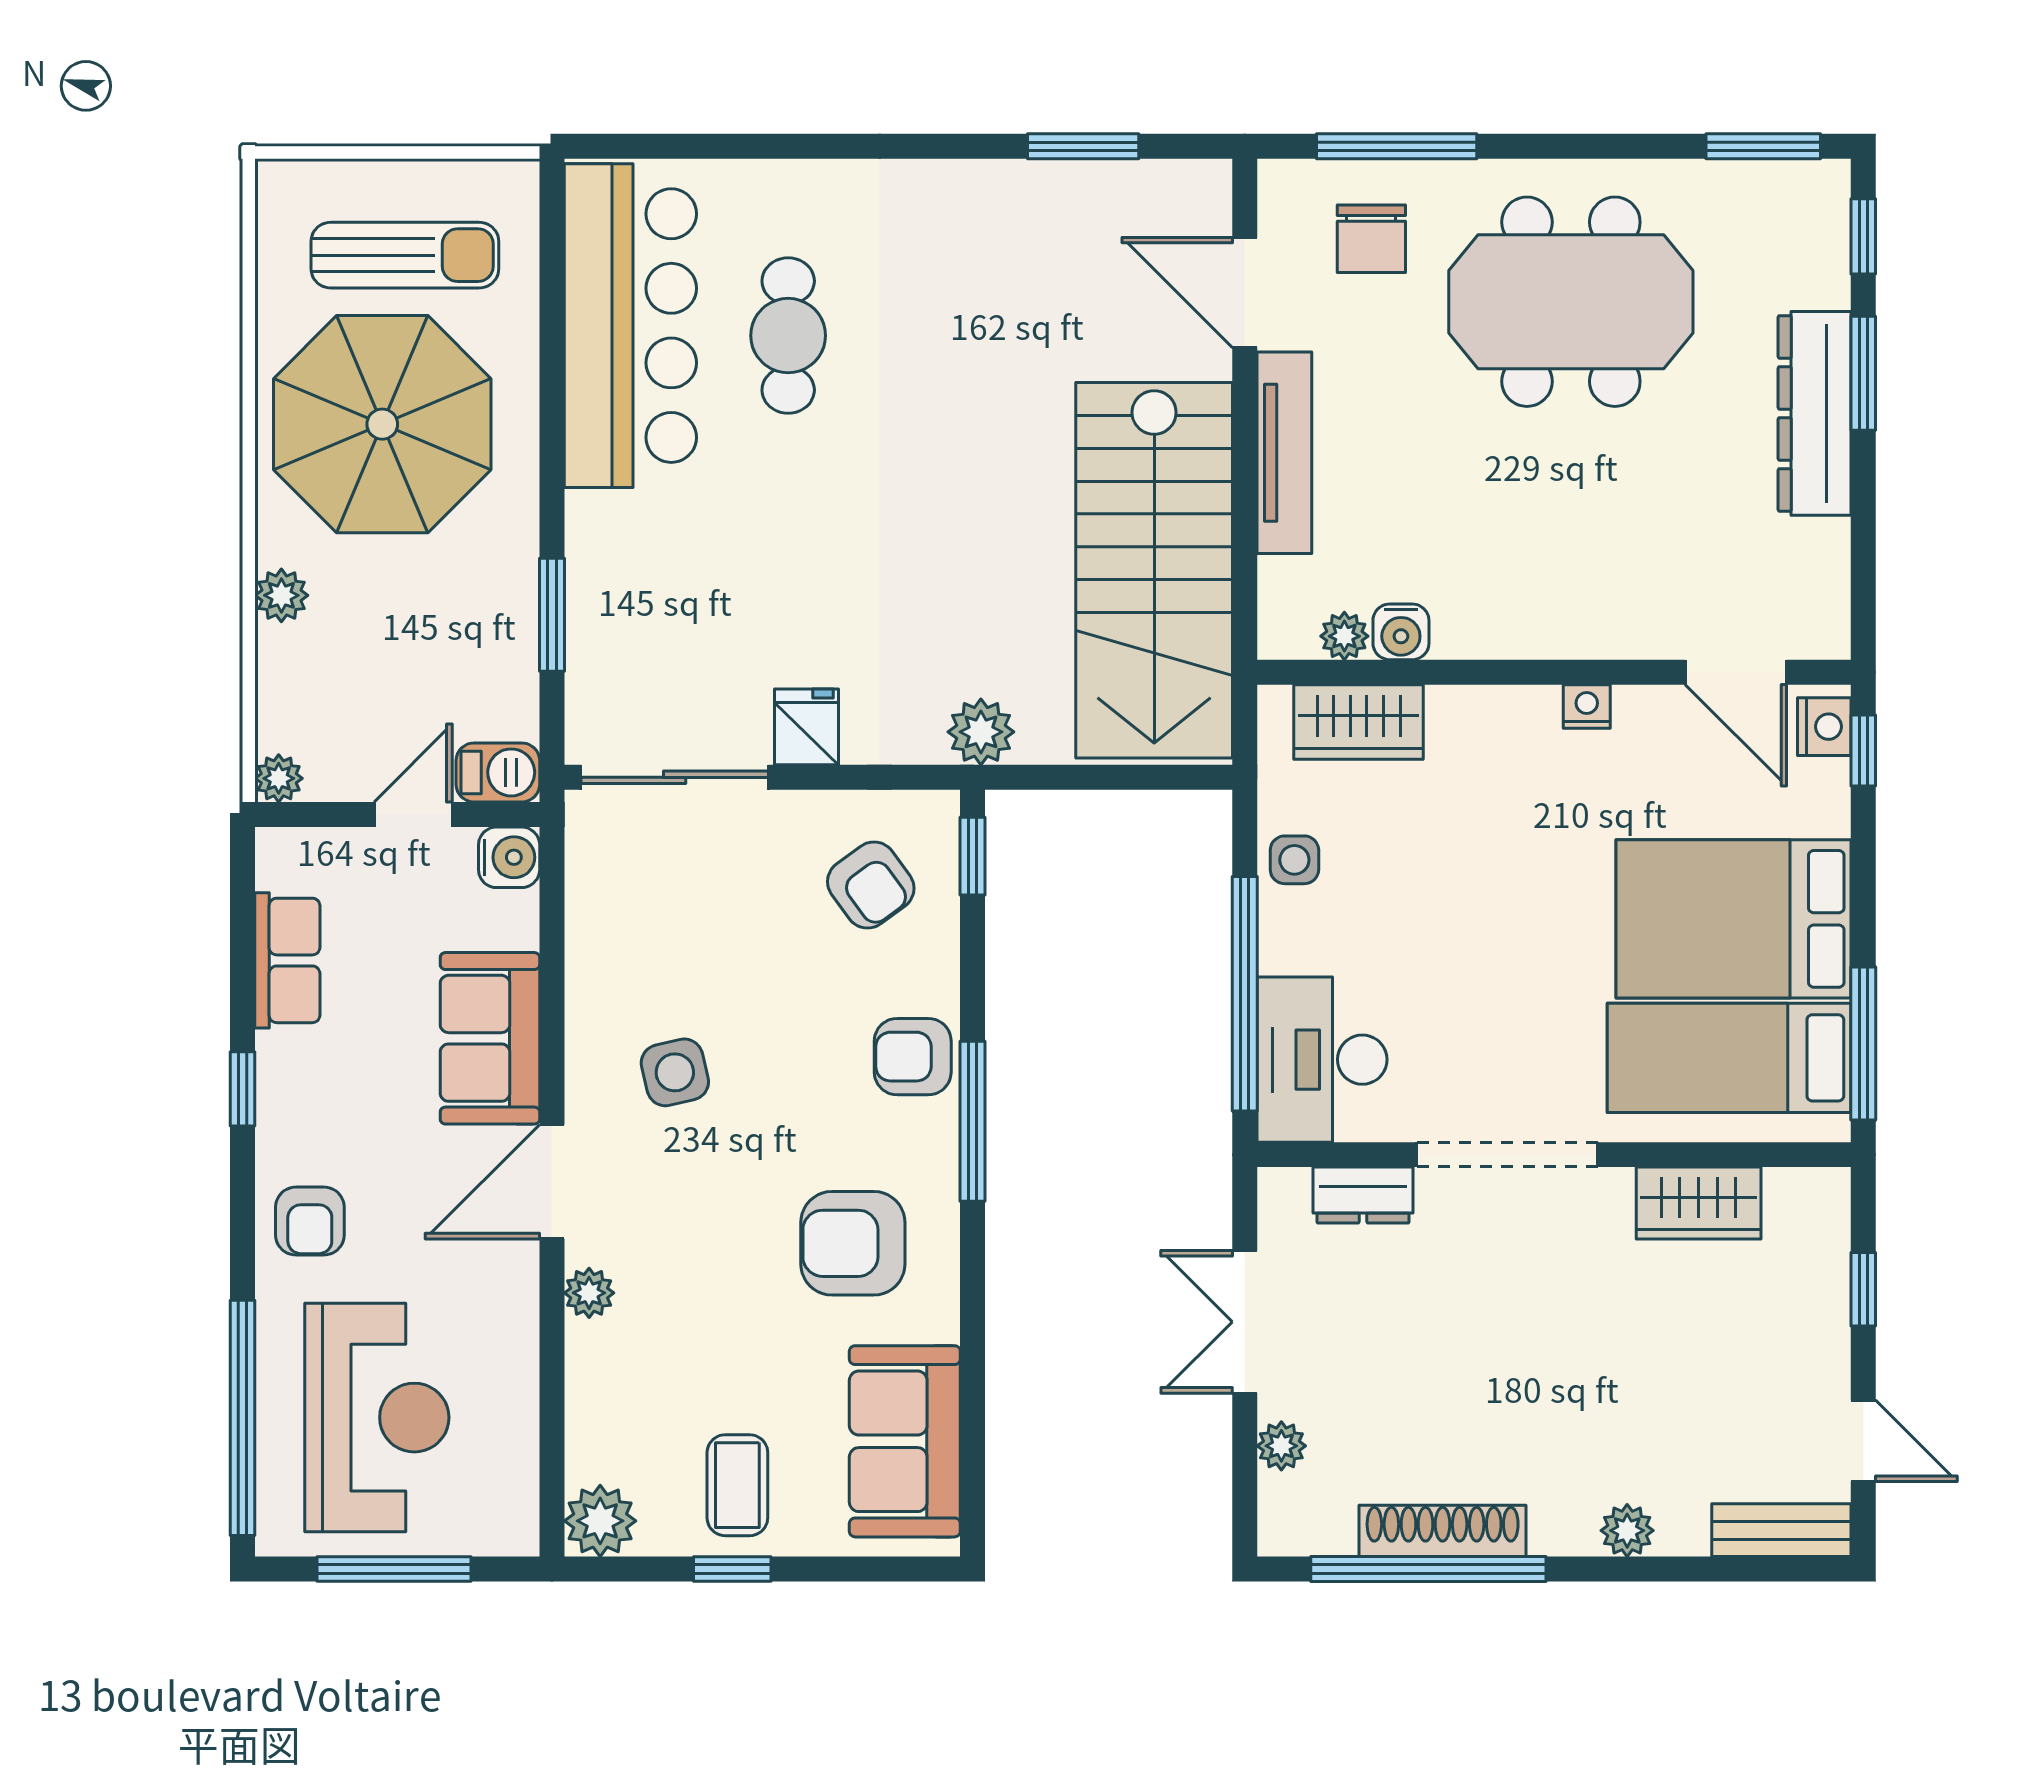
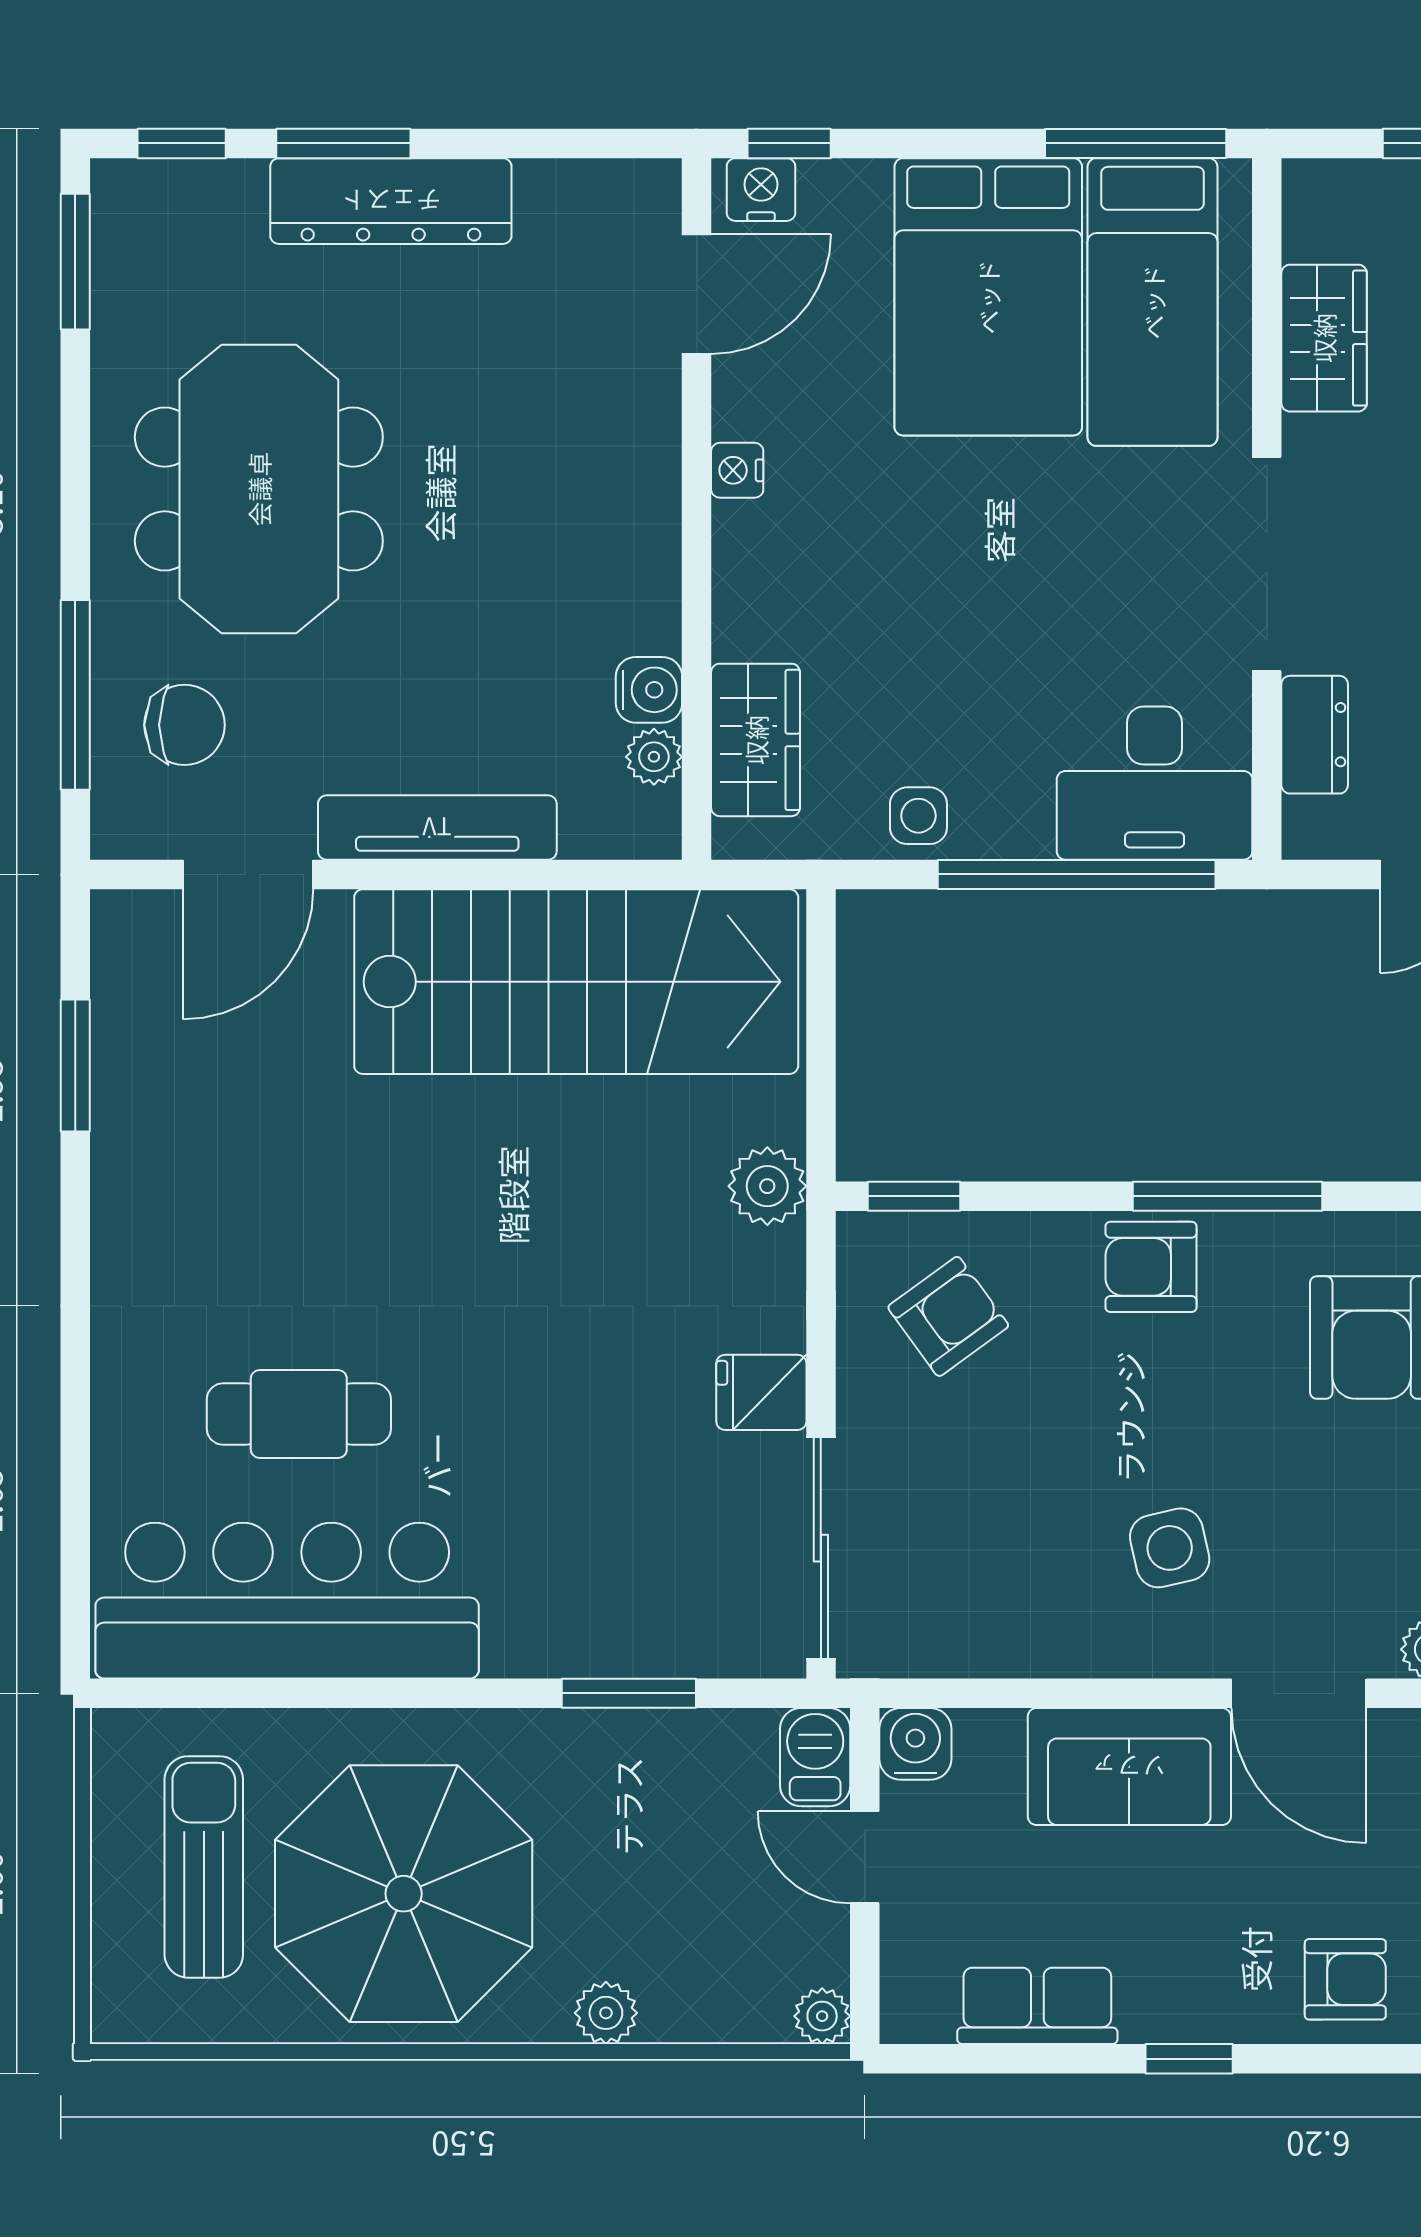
armchair: (913, 1057) -> (1151, 1267), turned 90

